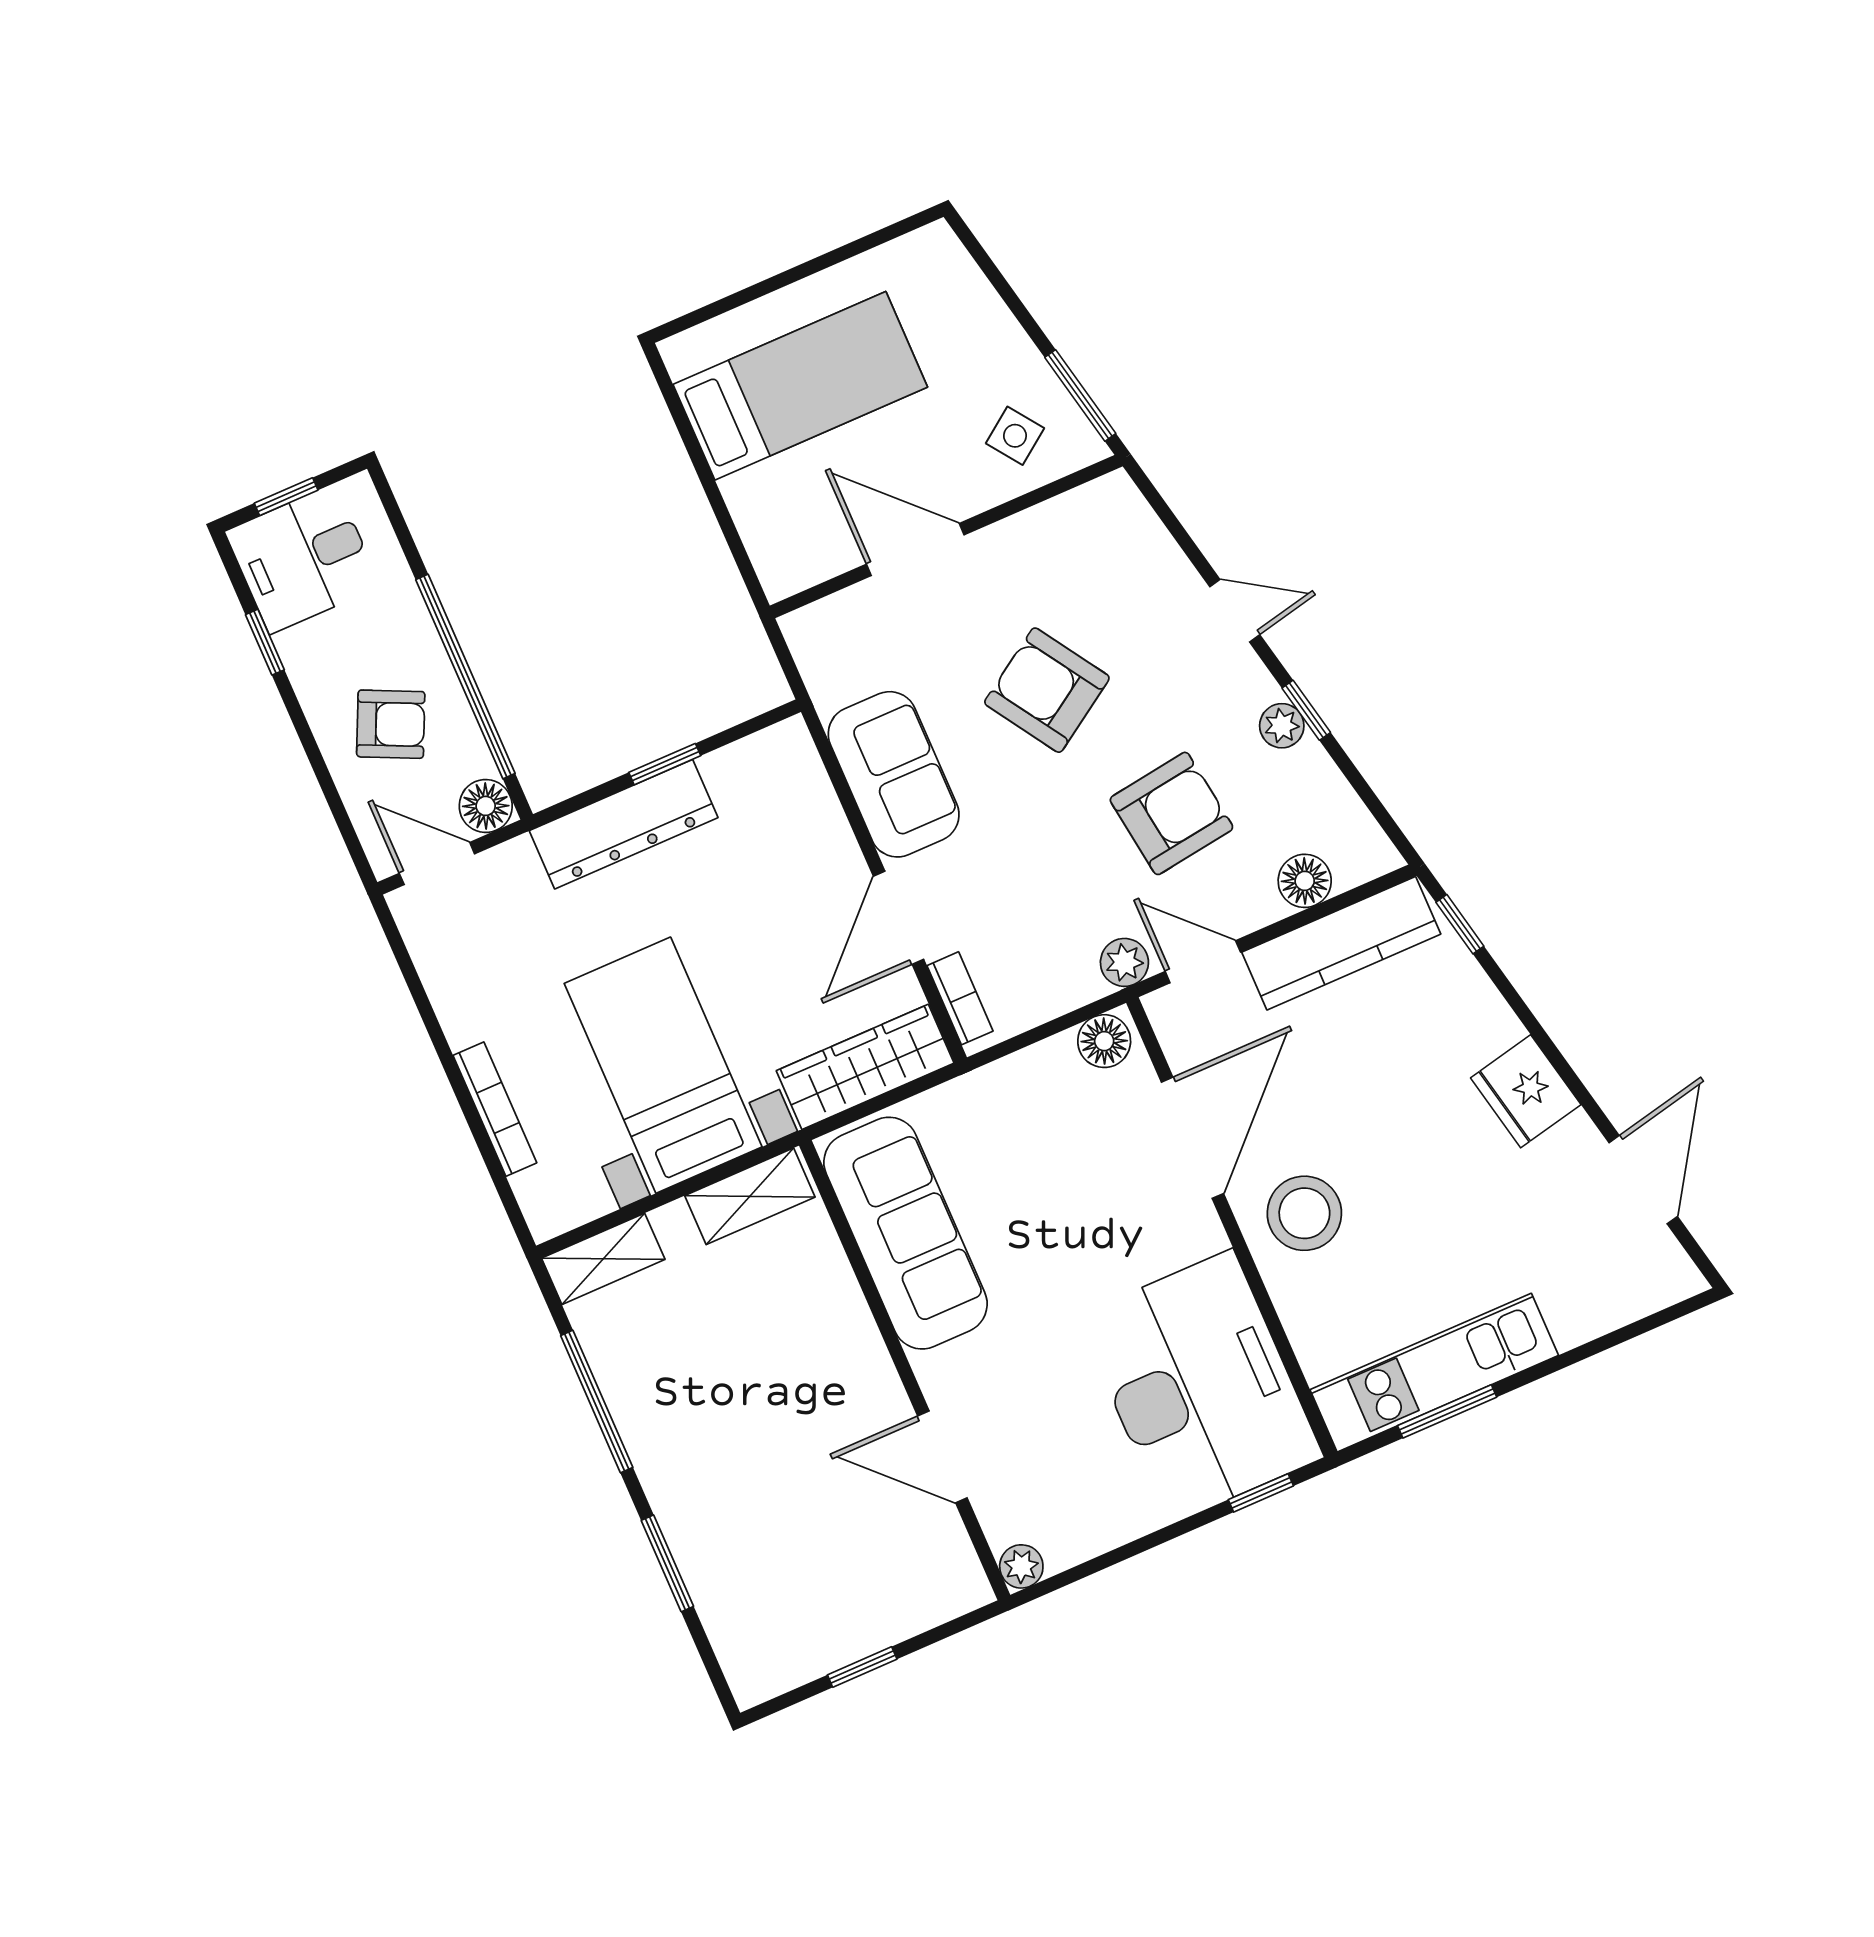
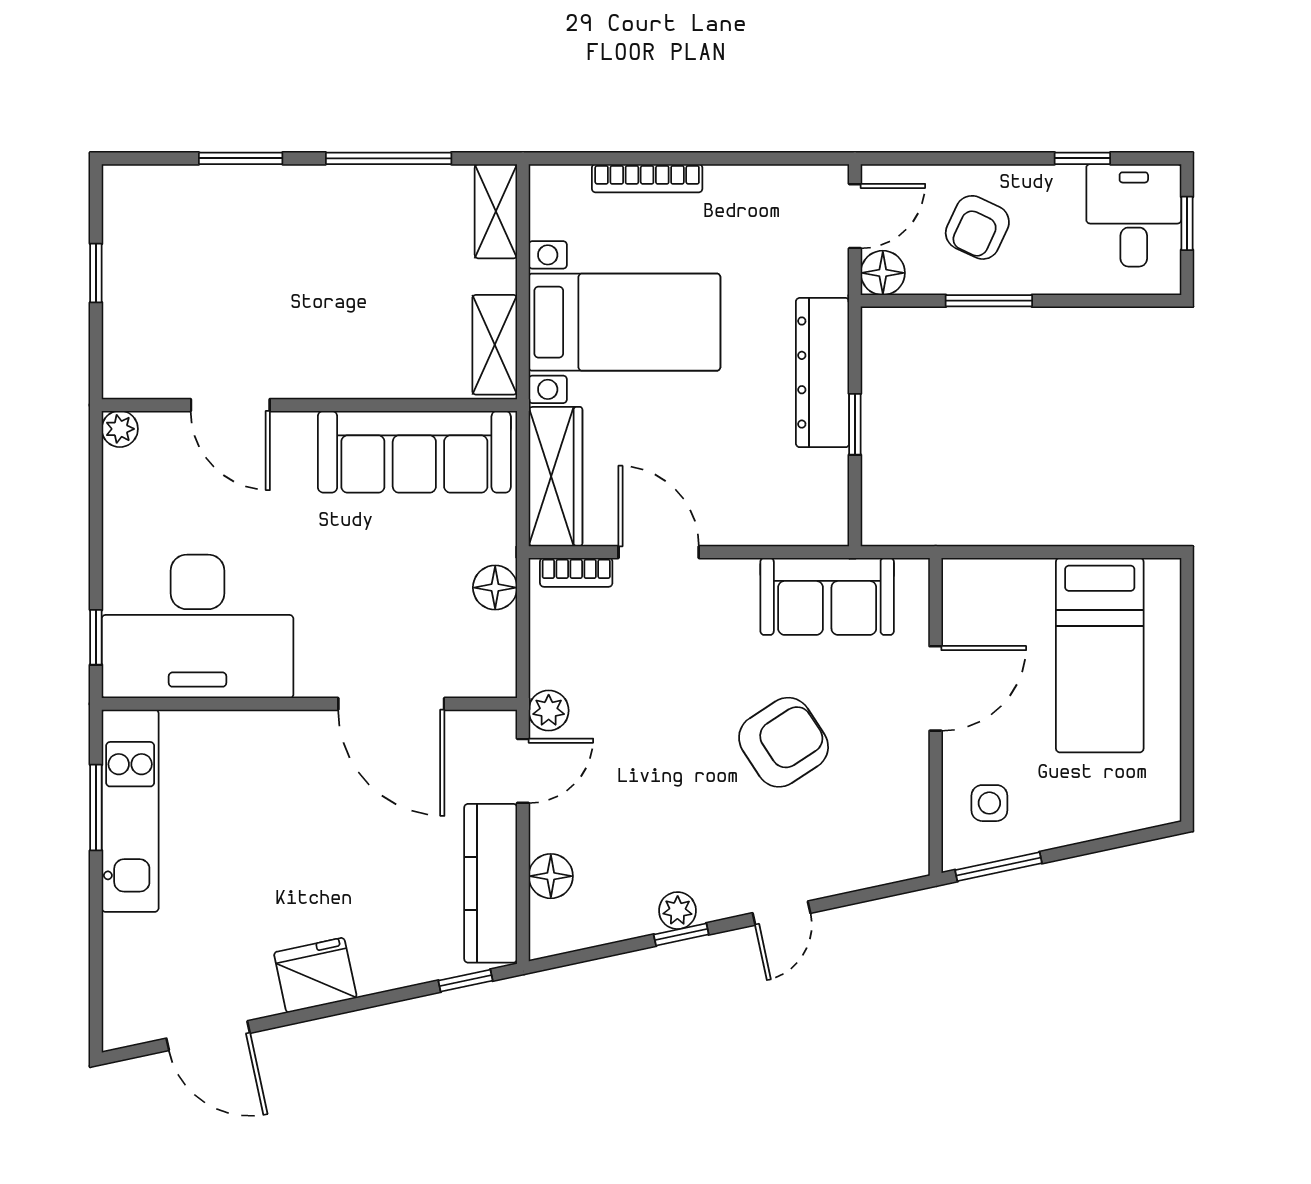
side table: (1015, 436) -> (989, 803), turned 36
window: (465, 677) -> (989, 301), width x0.47
sofa: (894, 774) -> (827, 596), moved
armchair: (1171, 813) -> (647, 796), removed
floor lamp: (1104, 1041) -> (495, 588), moved
stool: (1304, 1213) -> (296, 764), removed
door: (942, 1457) -> (230, 405), swing flipped

